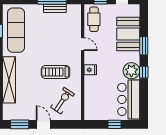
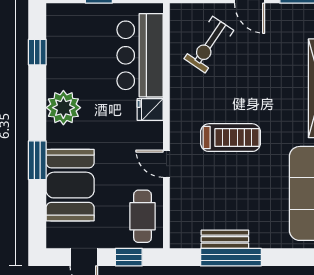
treadmill: (56, 72) -> (230, 138), moved
window: (144, 72) -> (37, 52), moved
bar counter: (129, 99) -> (140, 55), moved, turned 180

